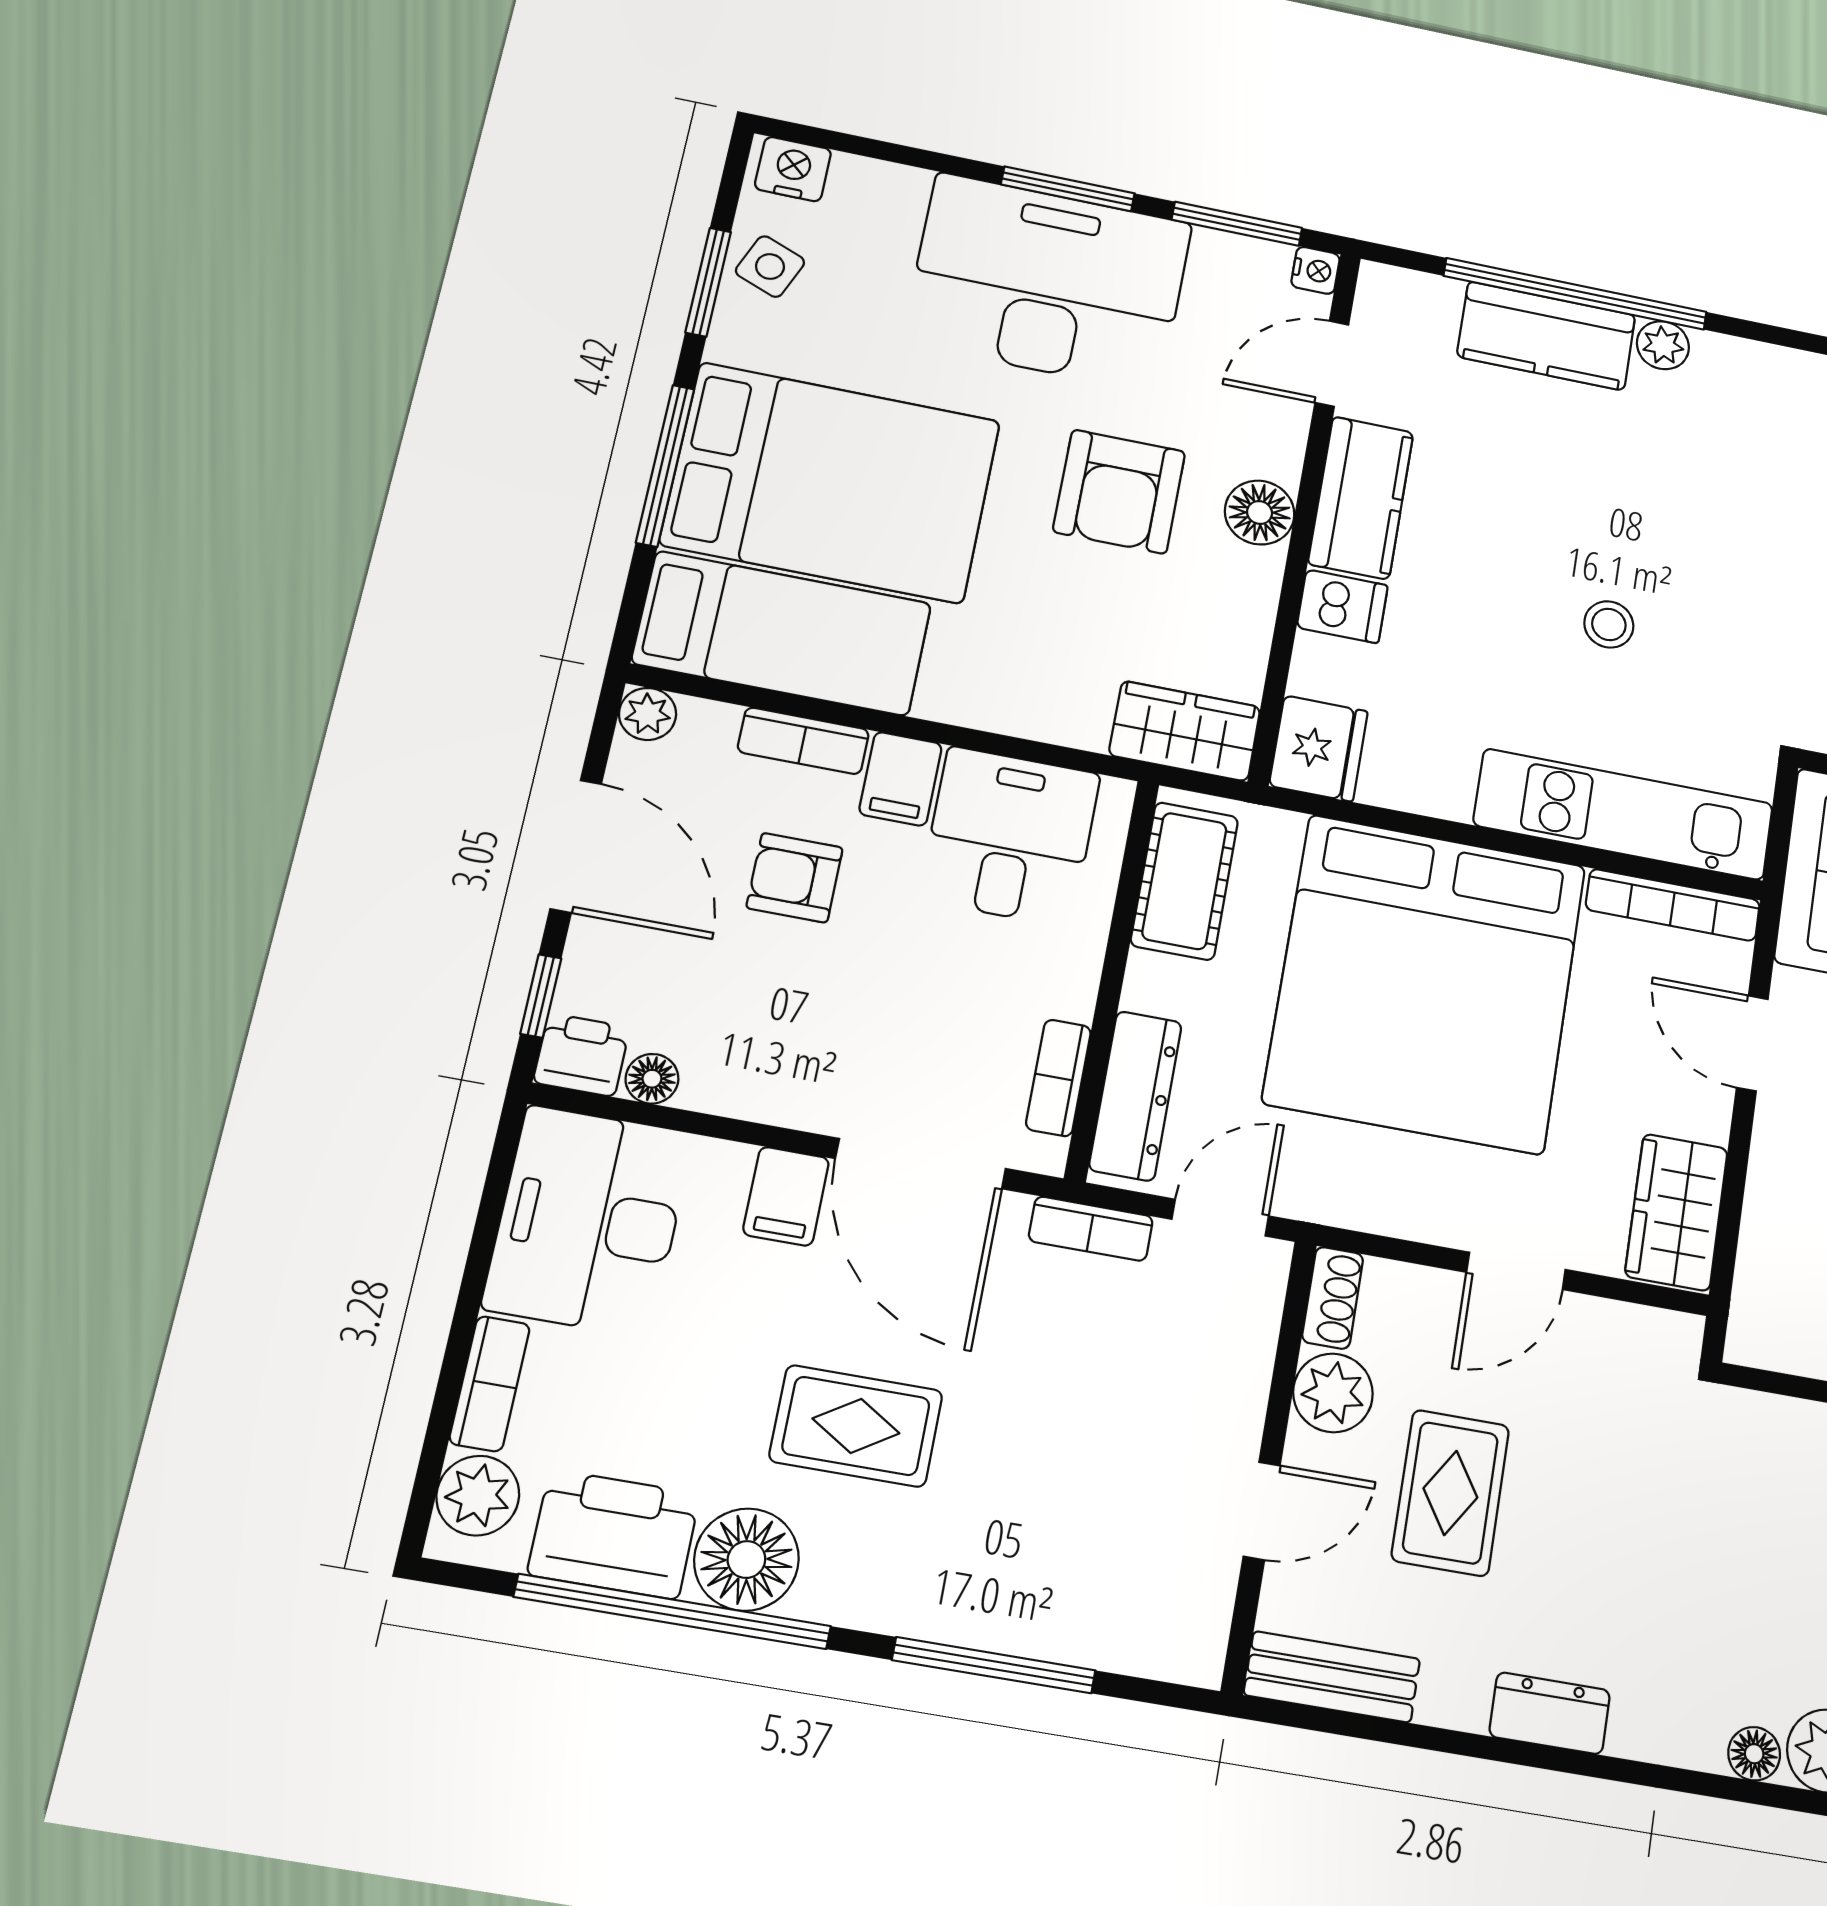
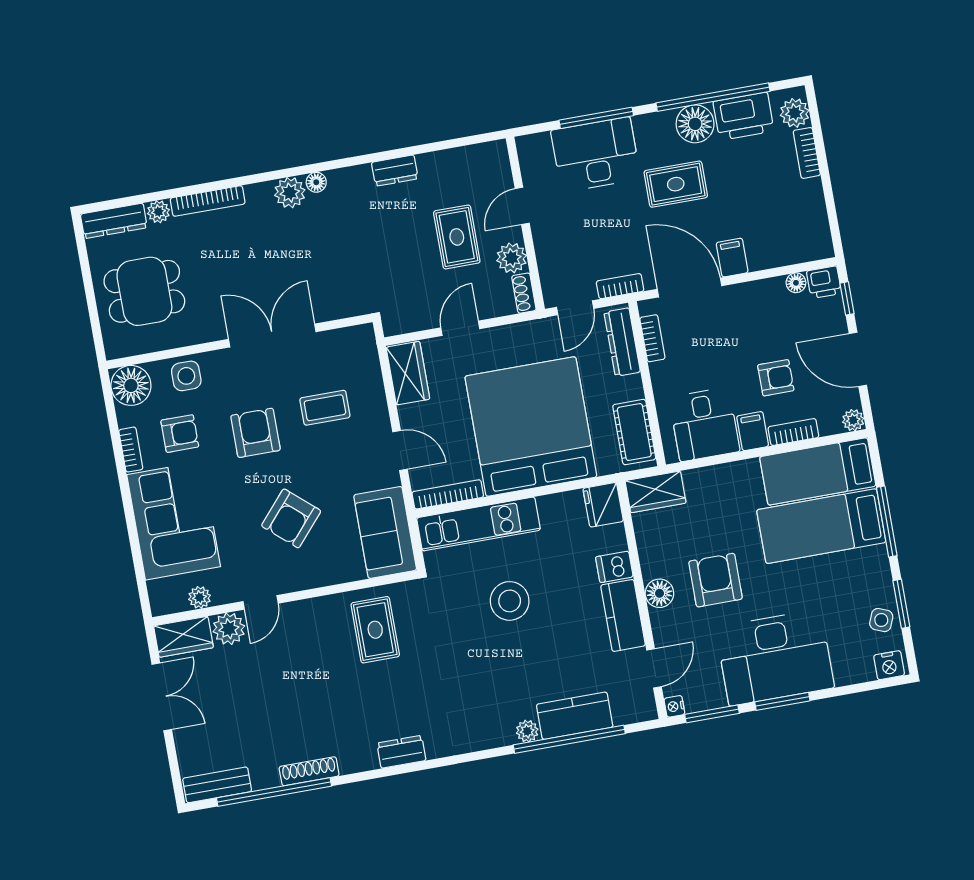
bed: (831, 483) -> (821, 526), width x0.67
stool: (1609, 624) -> (510, 601), width x1.89, depth x1.89
desk: (588, 1221) -> (596, 155), moved, turned -90
bench: (1332, 1677) -> (477, 156), removed

